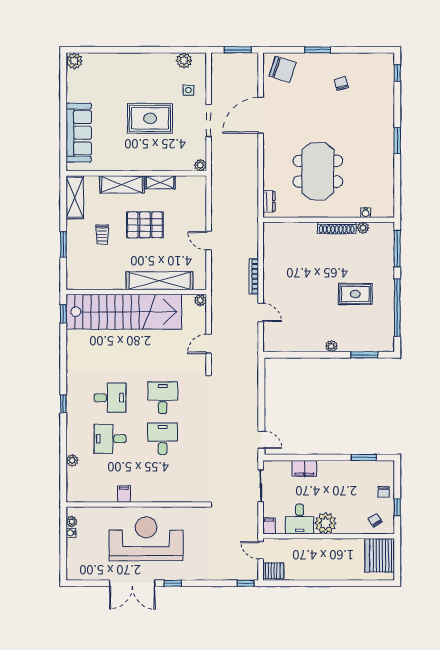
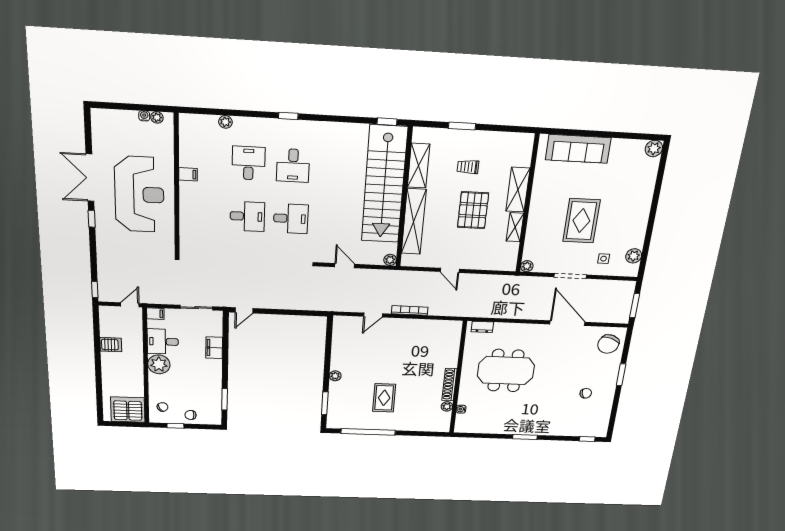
shelving: (75, 197) -> (418, 166), moved, turned 90
door: (209, 241) -> (450, 270), swing flipped
window: (397, 249) -> (424, 434), removed
server rack: (273, 571) -> (111, 345), moved, turned -90

